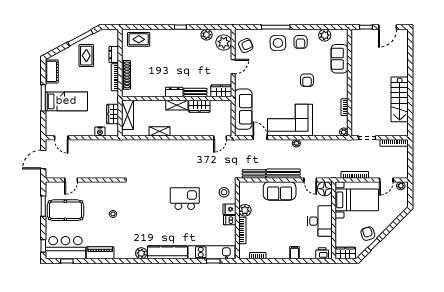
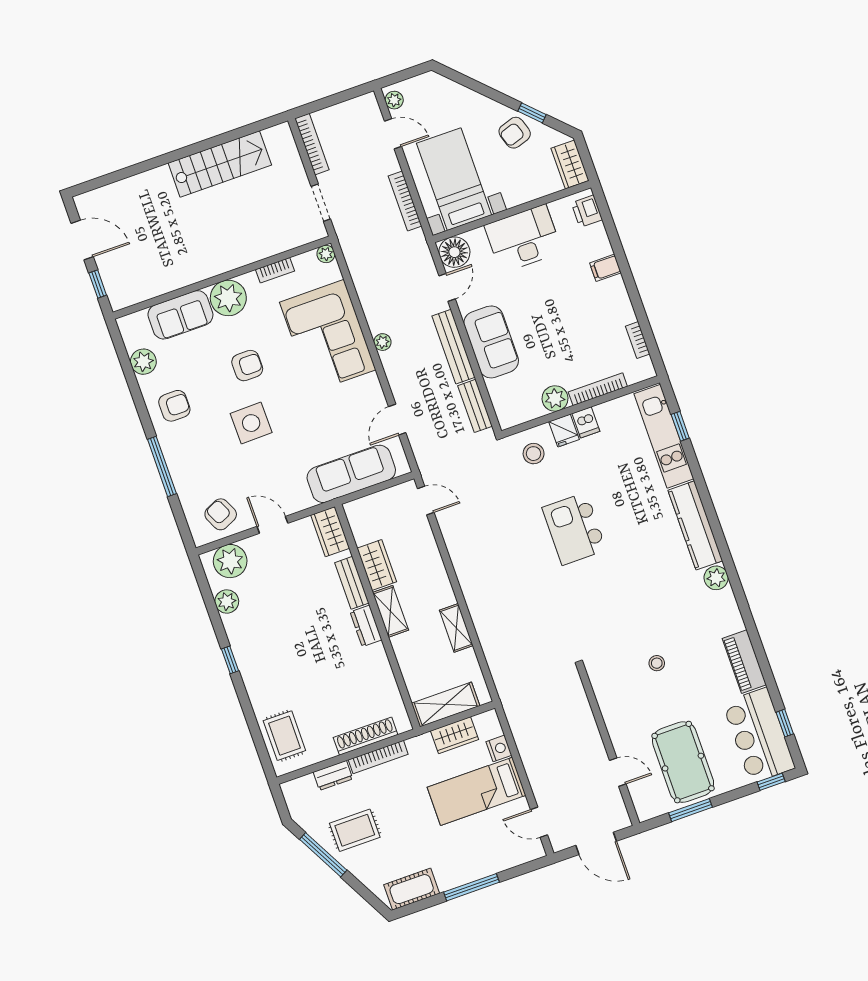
side table: (278, 43) -> (251, 423), moved
plant: (340, 82) -> (228, 298), added
bed: (66, 101) -> (476, 791), moved, turned -90
corner sofa: (290, 120) -> (328, 336), moved
door: (61, 138) -> (539, 822), swing flipped

